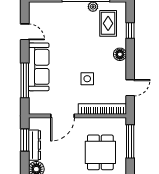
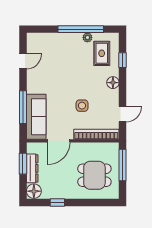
door: (25, 32) -> (23, 61), hinge flipped
sofa: (39, 67) -> (36, 117), moved
dining table: (100, 152) -> (94, 175), turned 90

